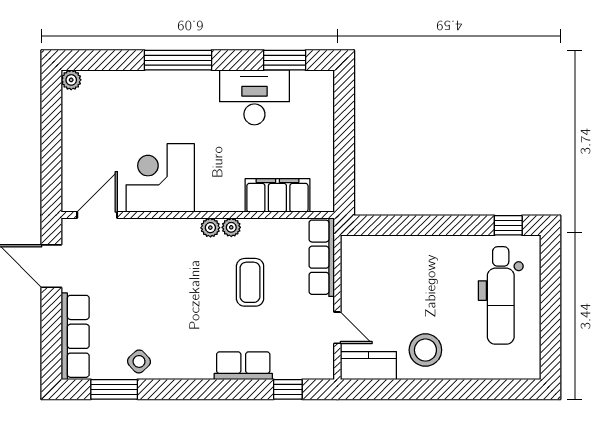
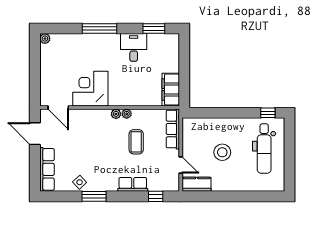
desk: (254, 97) -> (134, 47), width x0.73
filing cabinet: (277, 195) -> (171, 90), moved, turned -90
door: (97, 215) -> (58, 108), swing flipped
stool: (425, 350) -> (222, 152), moved
window: (114, 389) -> (94, 196), moved

